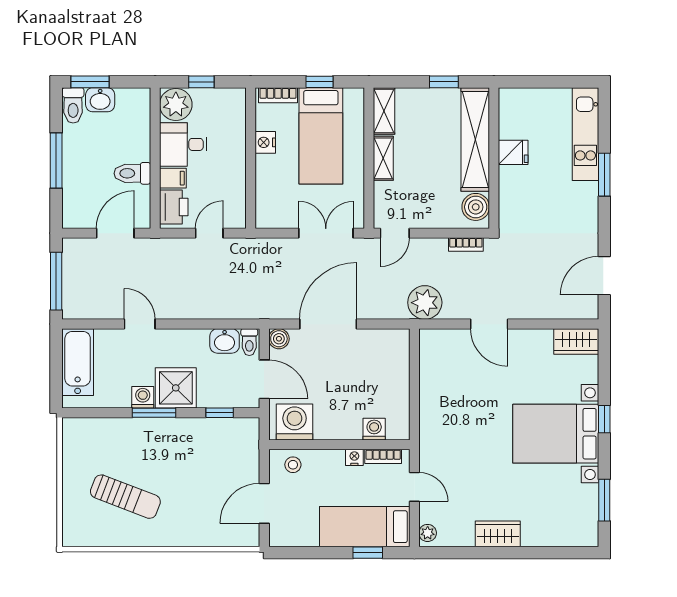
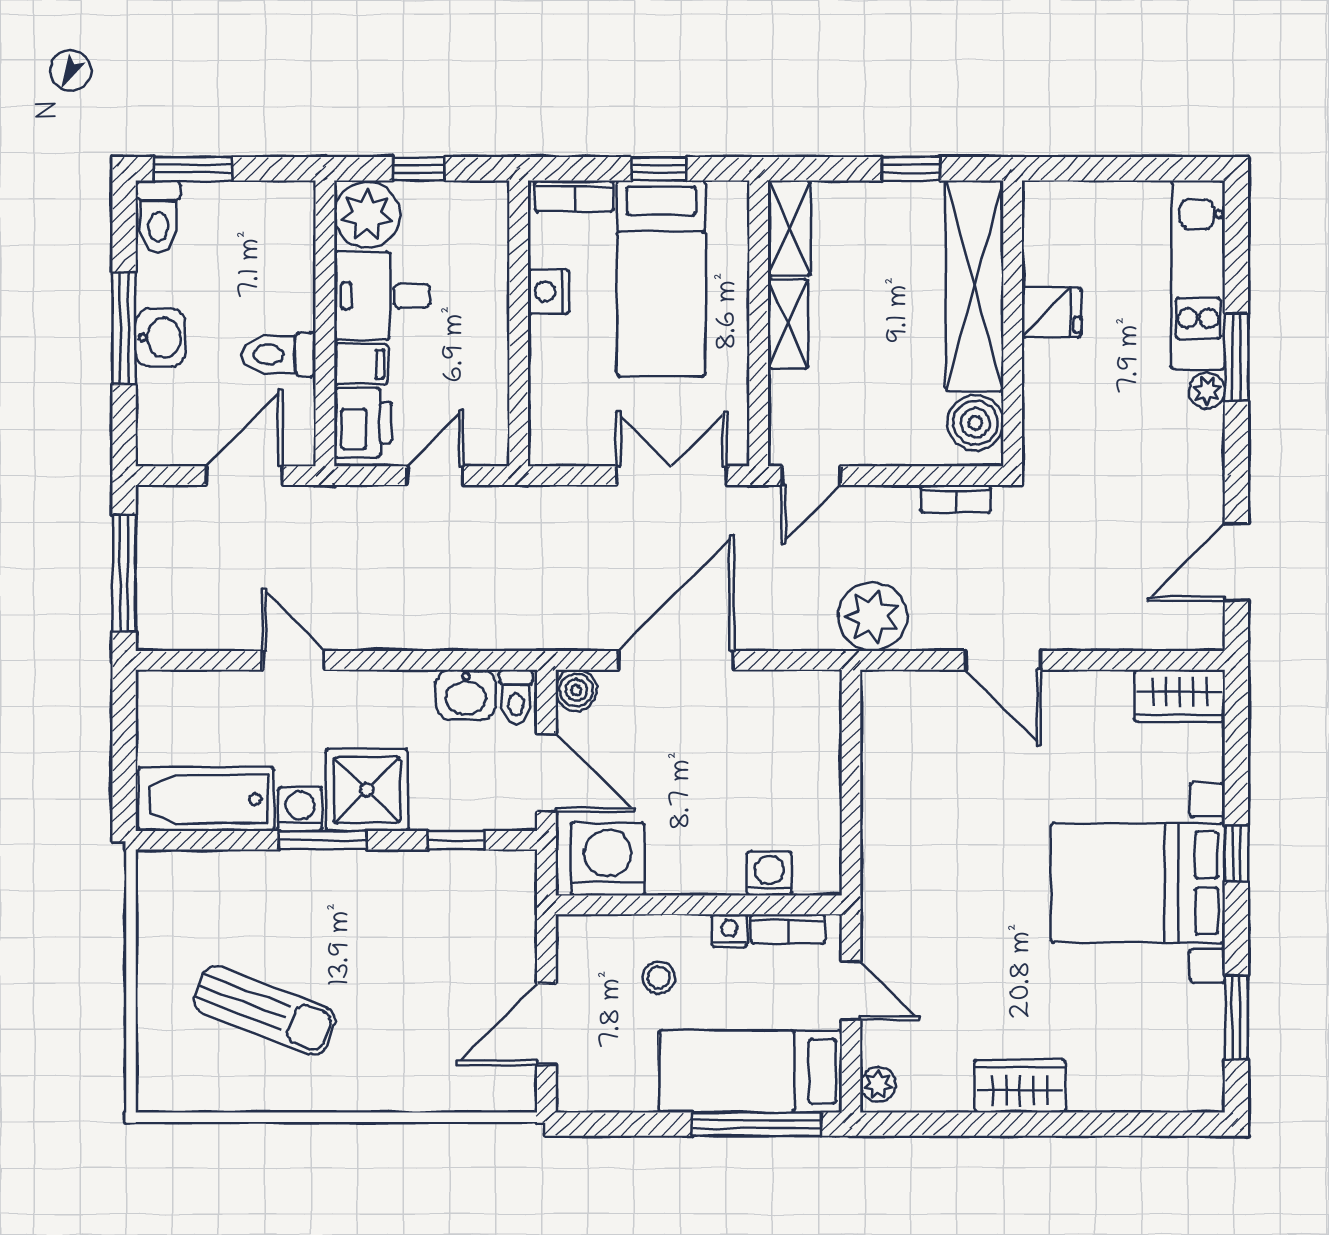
washbasin: (100, 100) -> (160, 338), moved, turned -90
plant: (590, 191) -> (1207, 391), added
bathtub: (78, 362) -> (206, 799), moved, turned -90
stool: (293, 465) -> (659, 978), moved
window: (368, 553) -> (756, 1124), width x2.17

